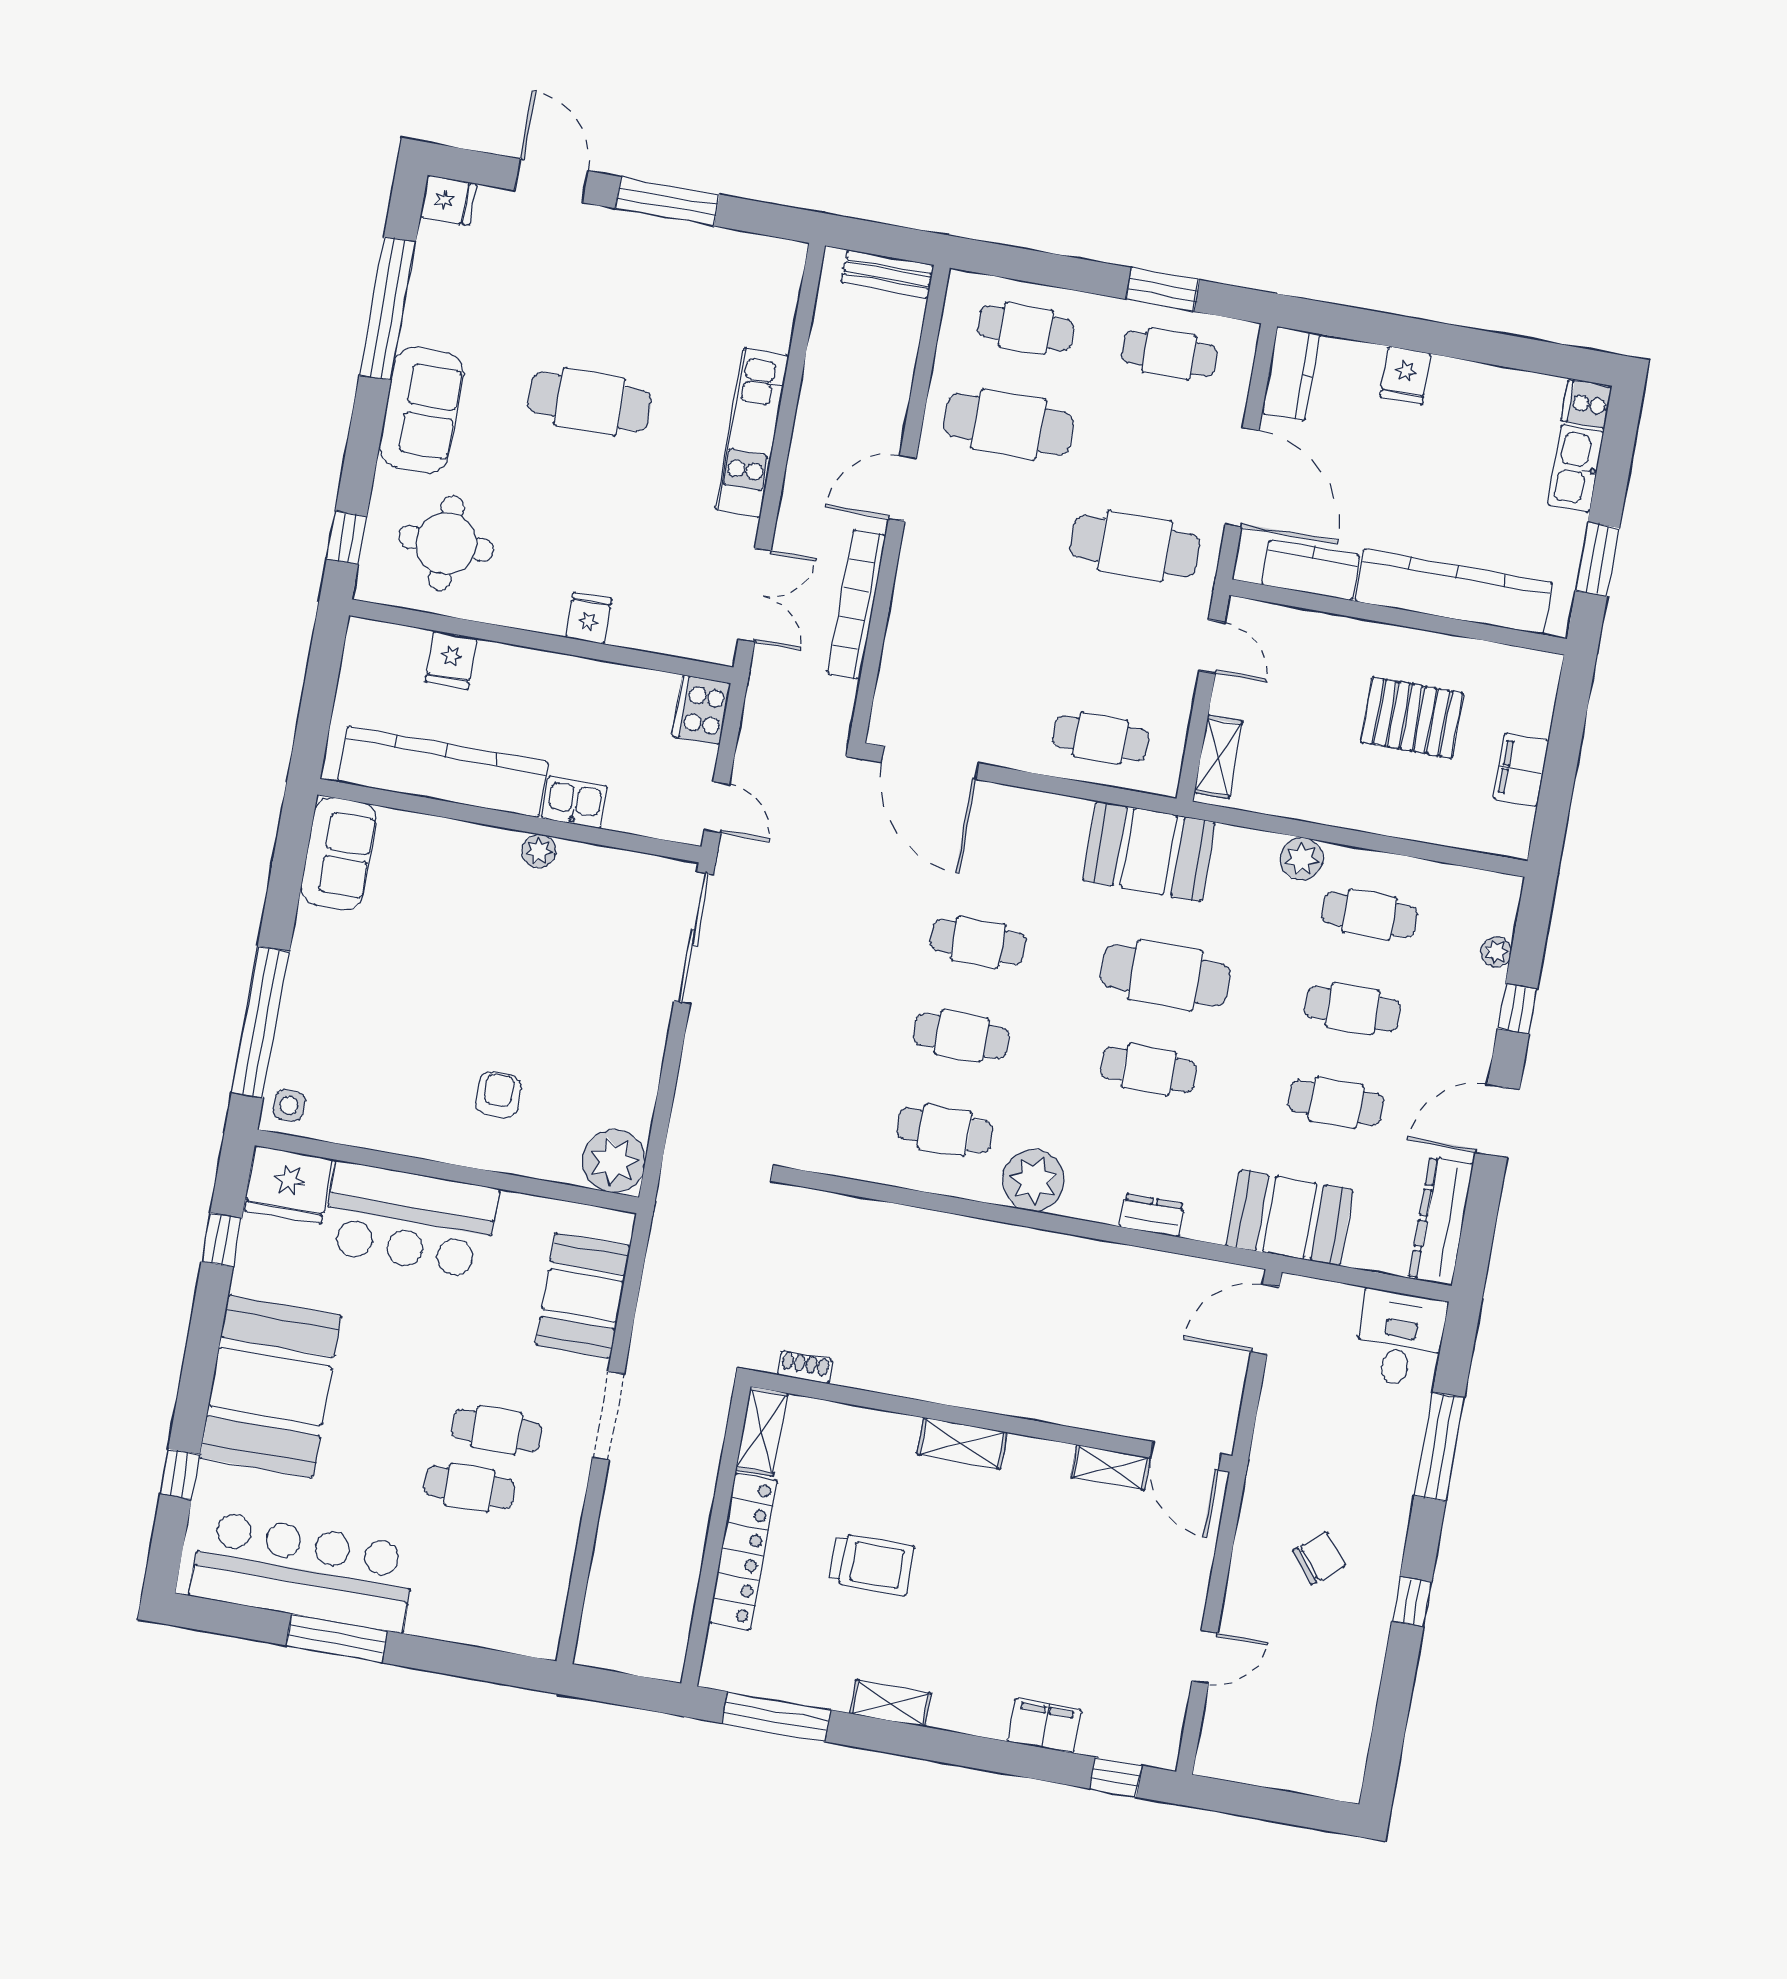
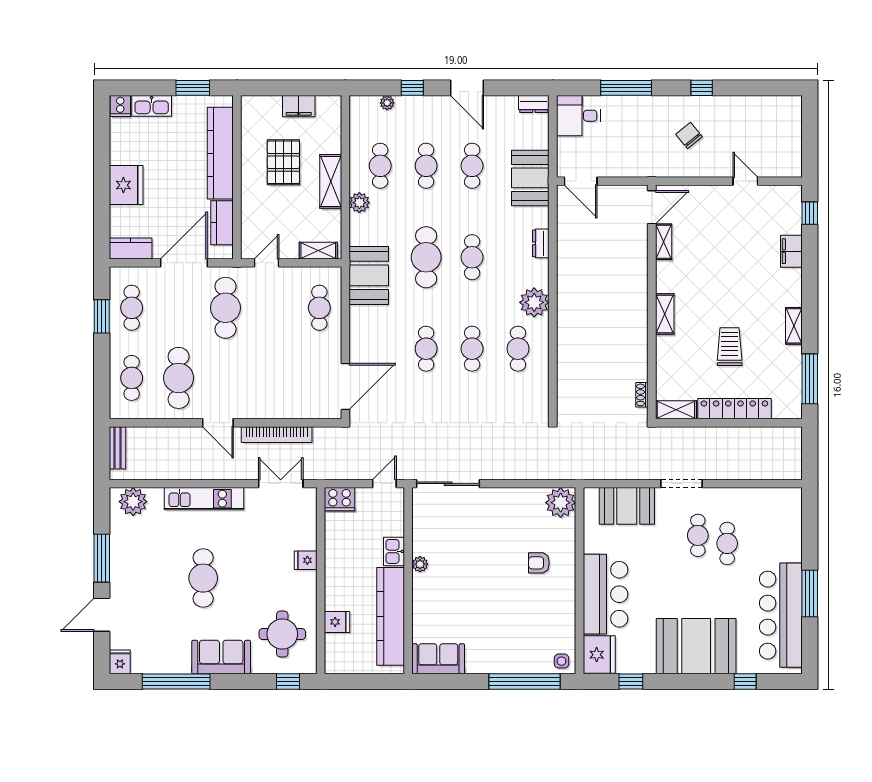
plant: (772, 286) -> (133, 502), added
fridge: (1405, 375) -> (126, 185), width x1.88, depth x1.34
shelving: (1355, 808) -> (331, 181), added
dresser: (1441, 1221) -> (534, 104), width x0.51, depth x0.80

